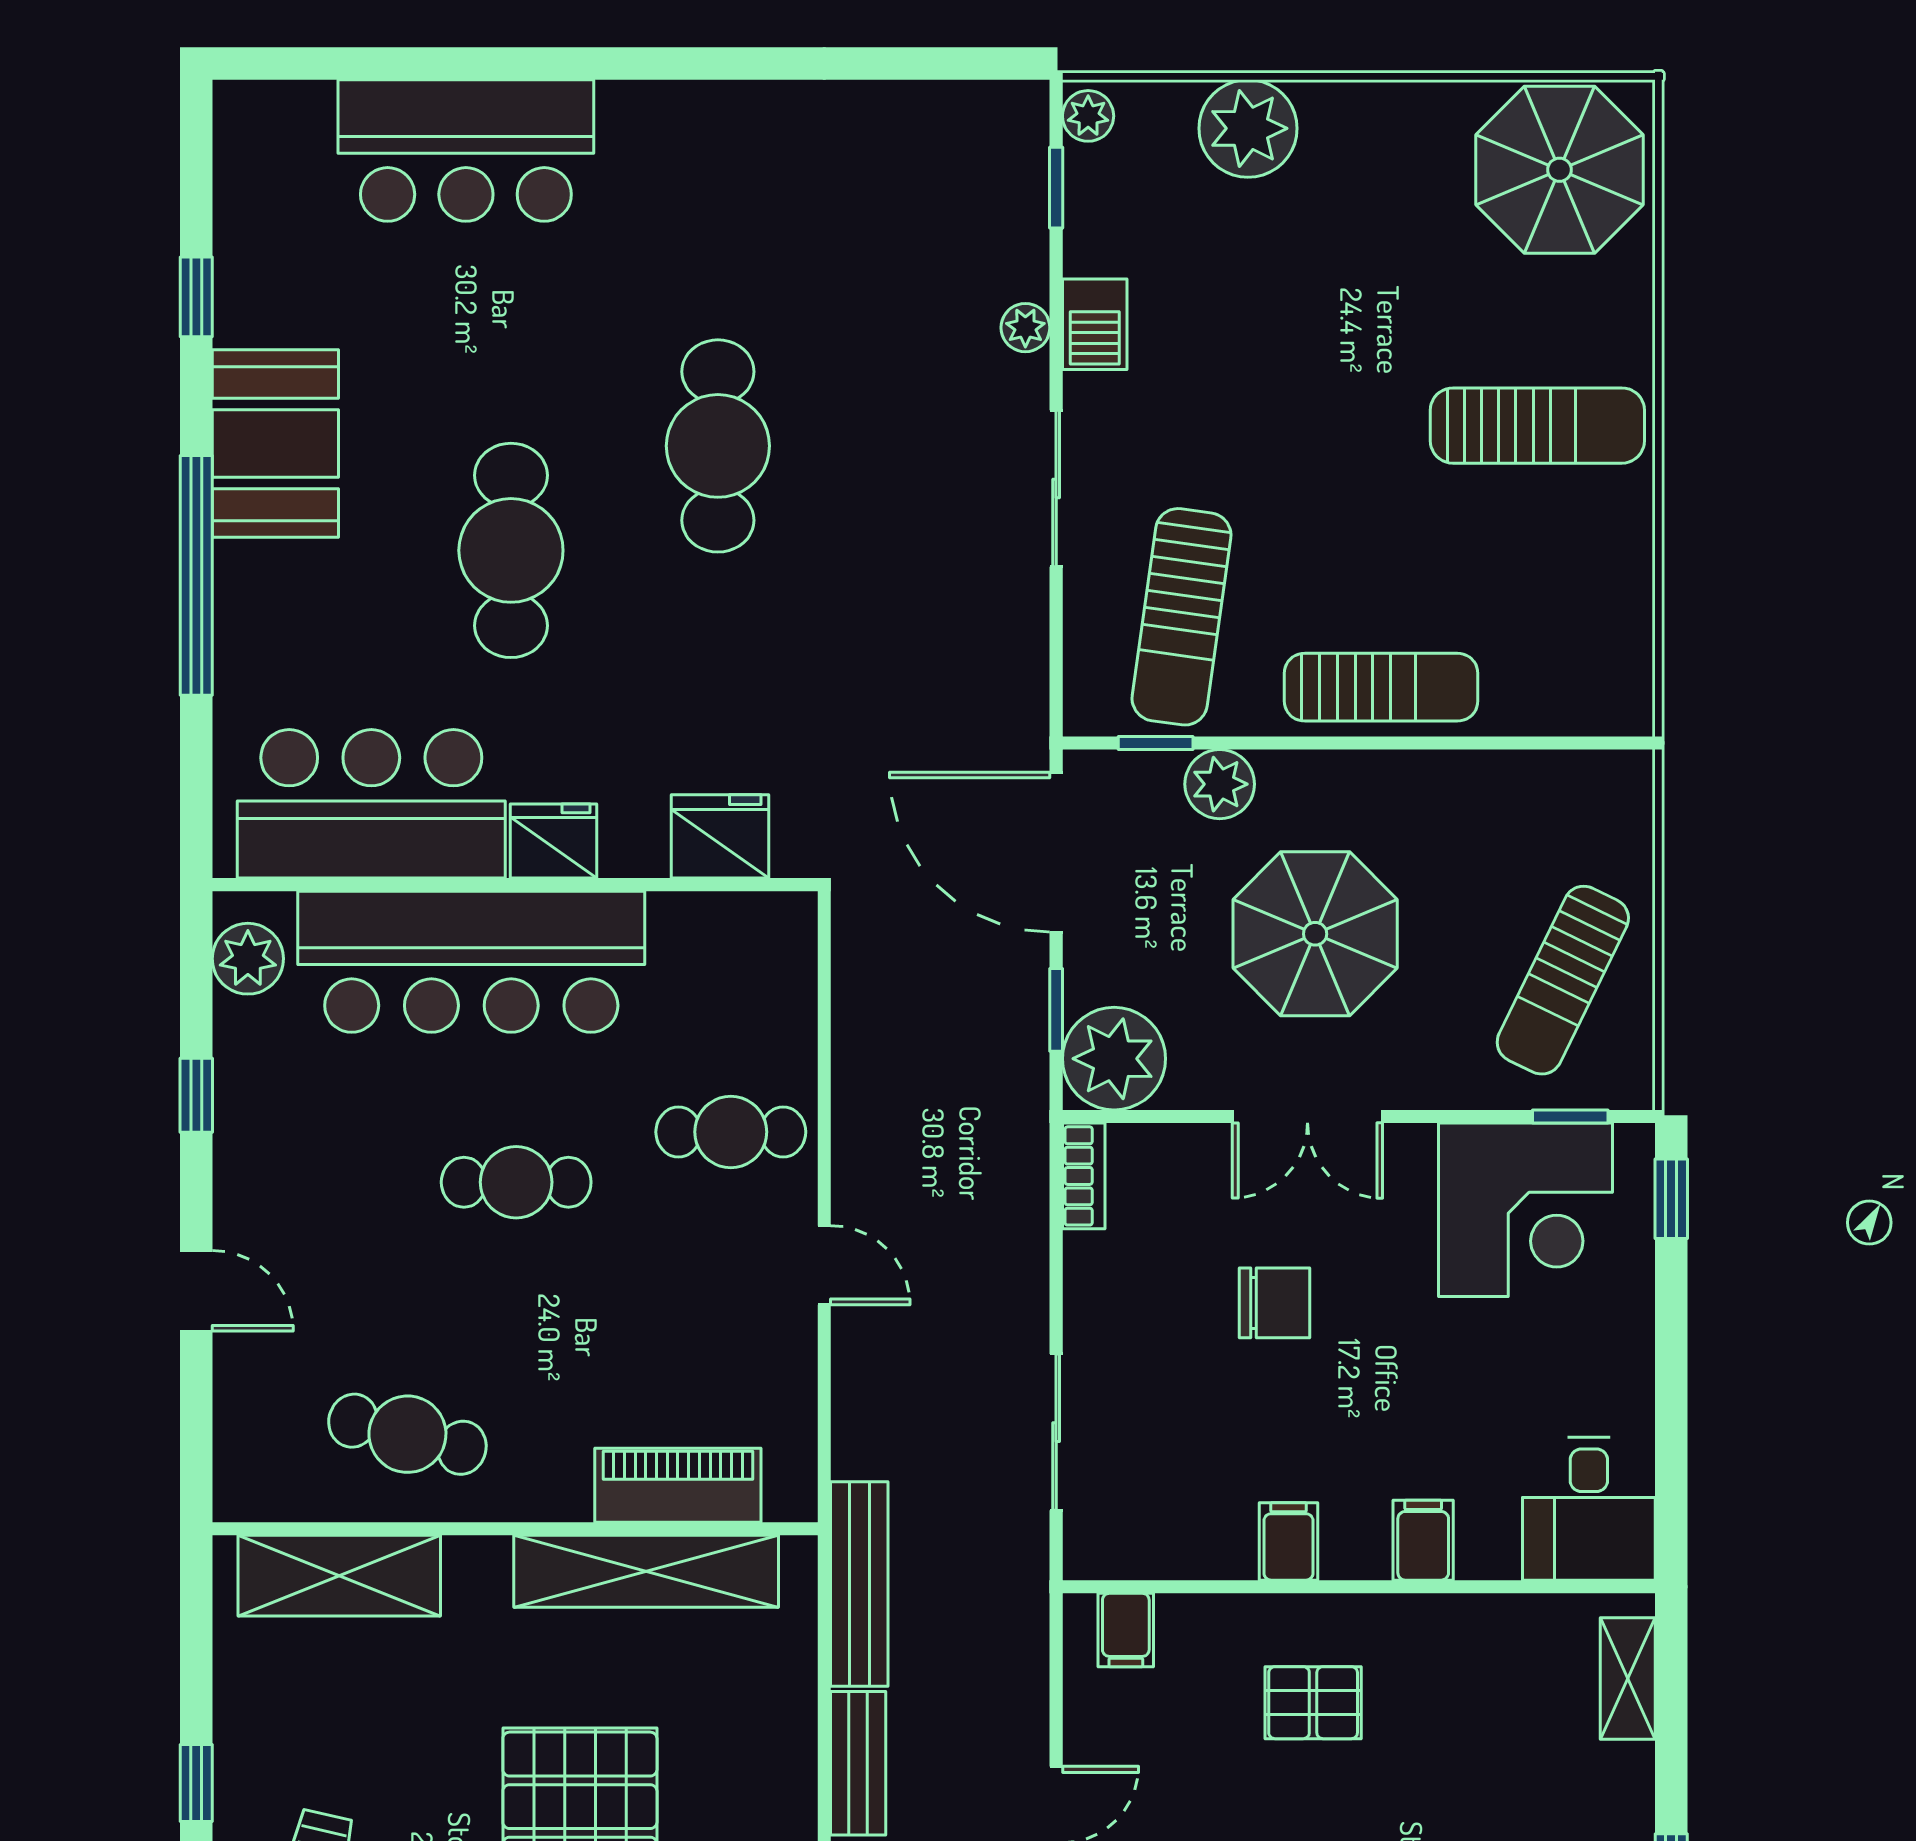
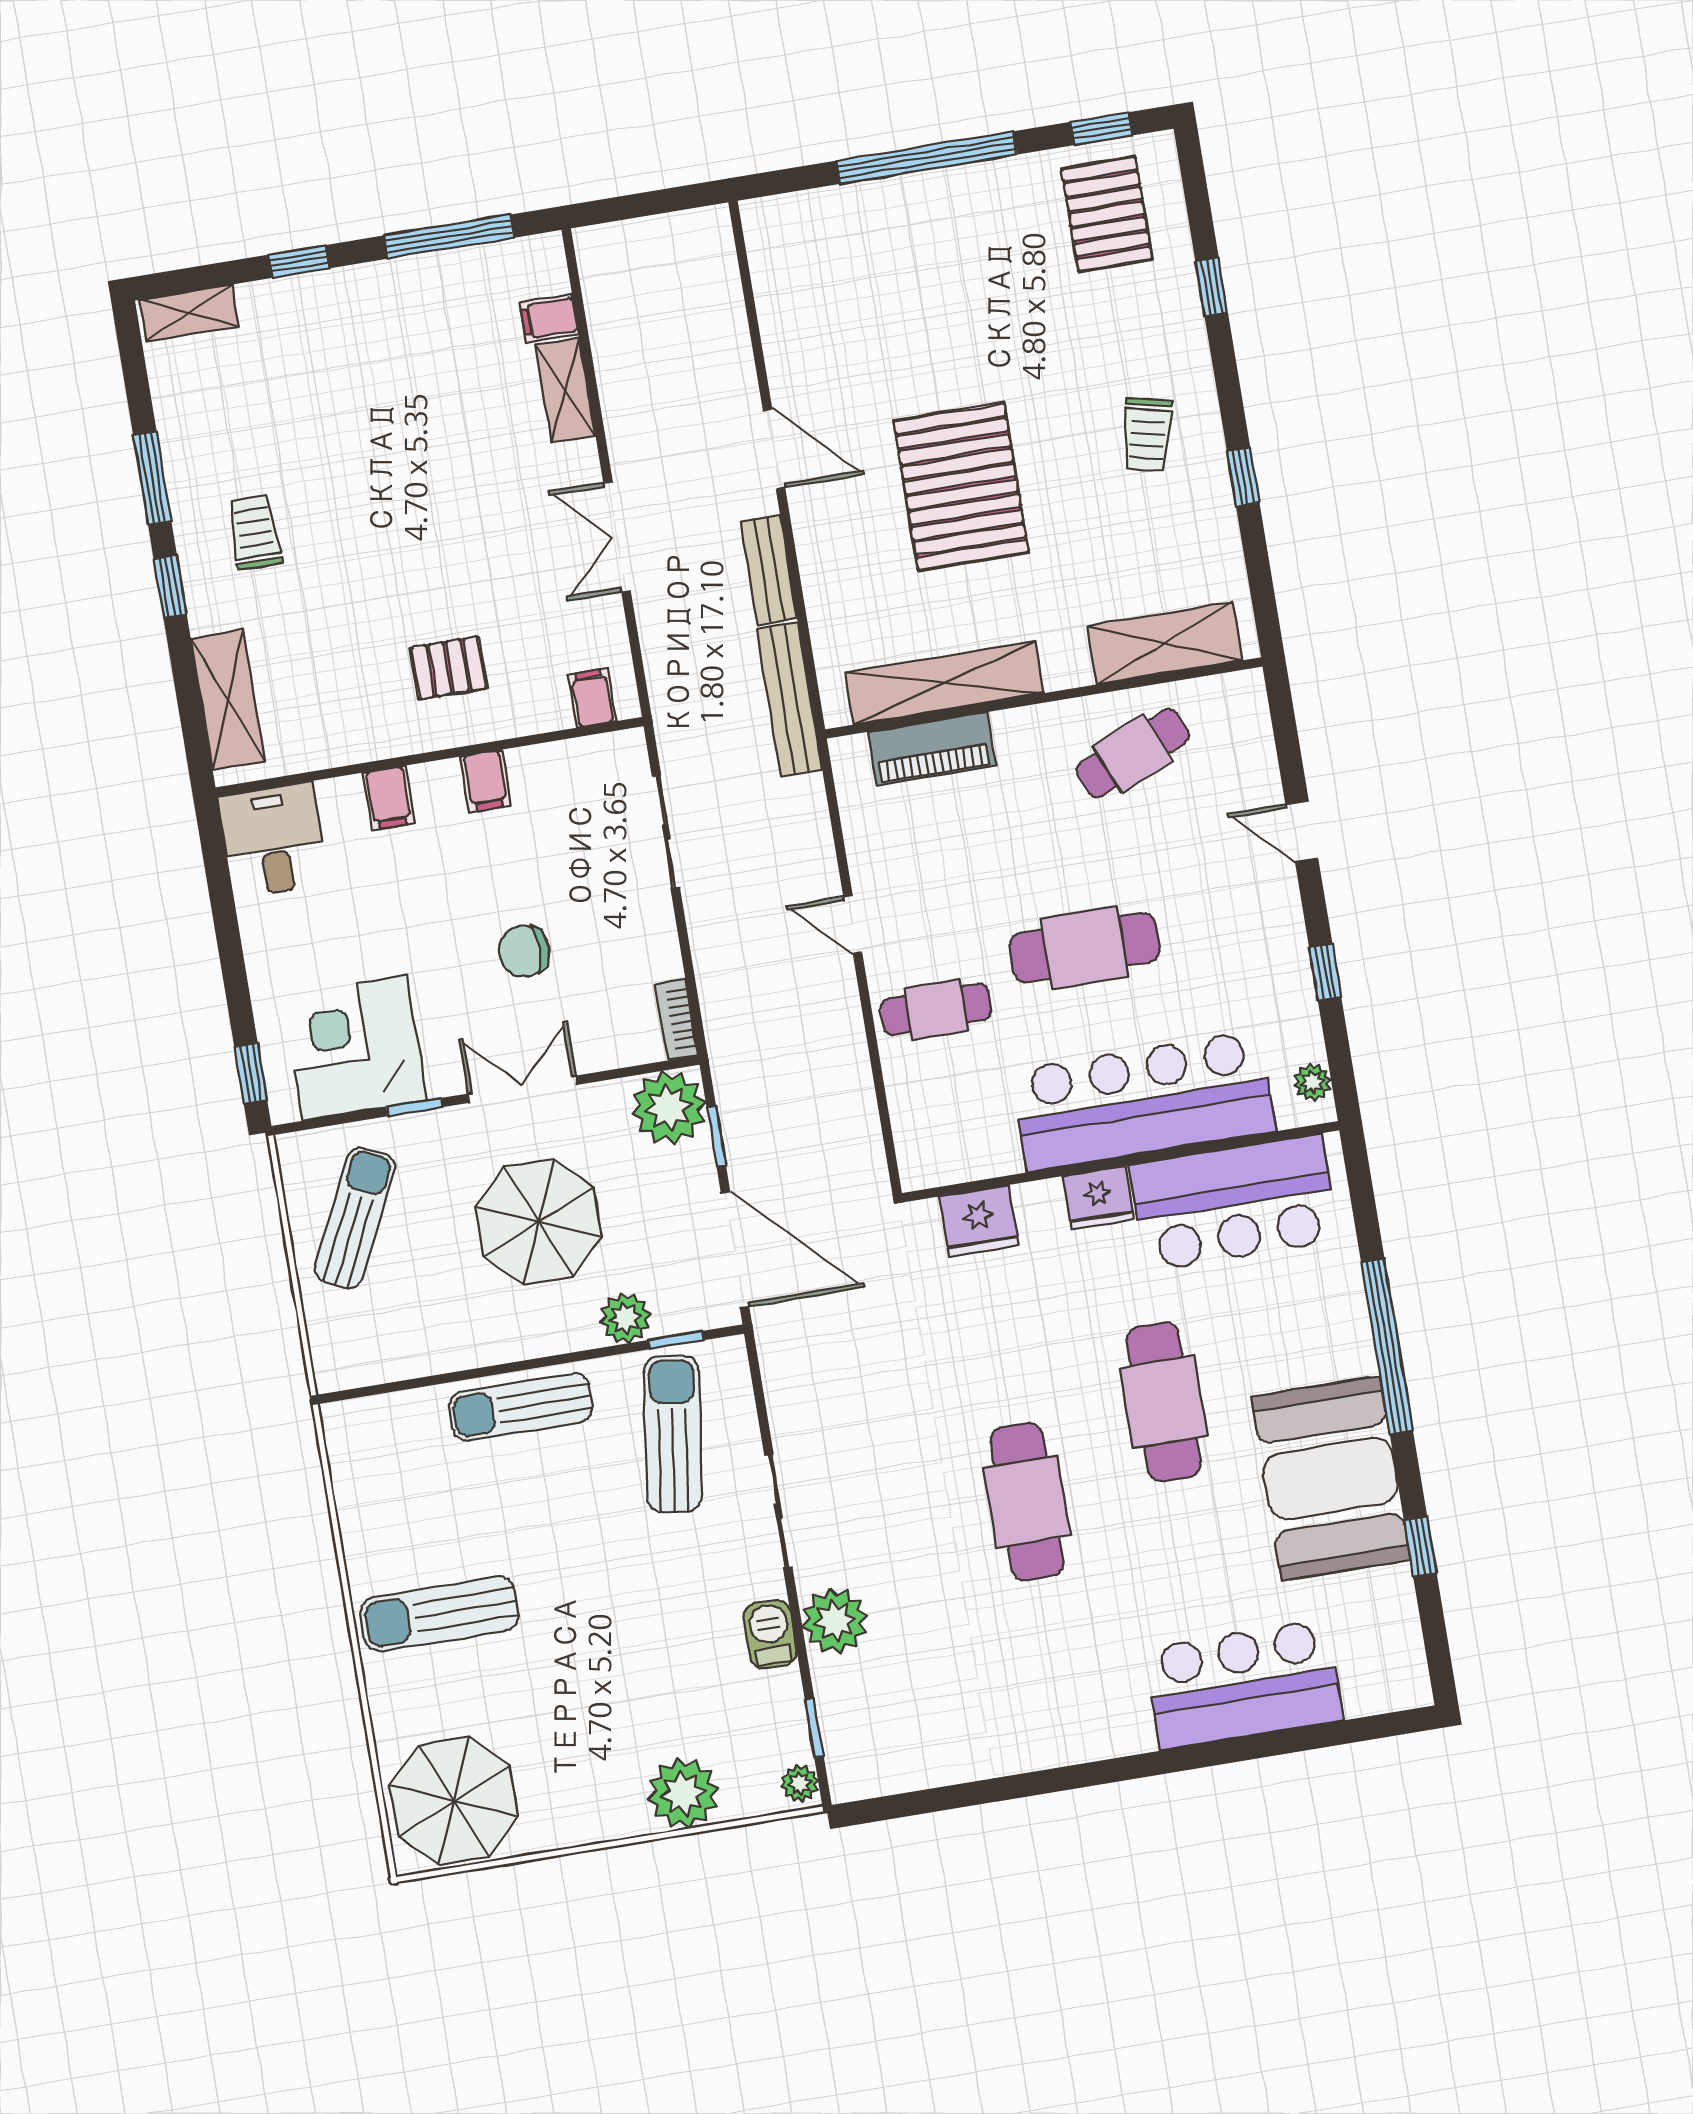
plant: (1025, 328) -> (835, 1621), width x1.87, depth x1.87
booth: (275, 444) -> (1331, 1478), width x1.36, depth x1.42
plant: (248, 959) -> (1312, 1082), width x0.73, depth x0.73
window: (1570, 1117) -> (415, 1107), moved
cafe table: (516, 1182) -> (1084, 948), width x1.37, depth x1.35
cafe table: (407, 1434) -> (1133, 753), turned -37
shelving: (1628, 1678) -> (228, 700), width x1.50, depth x1.33

